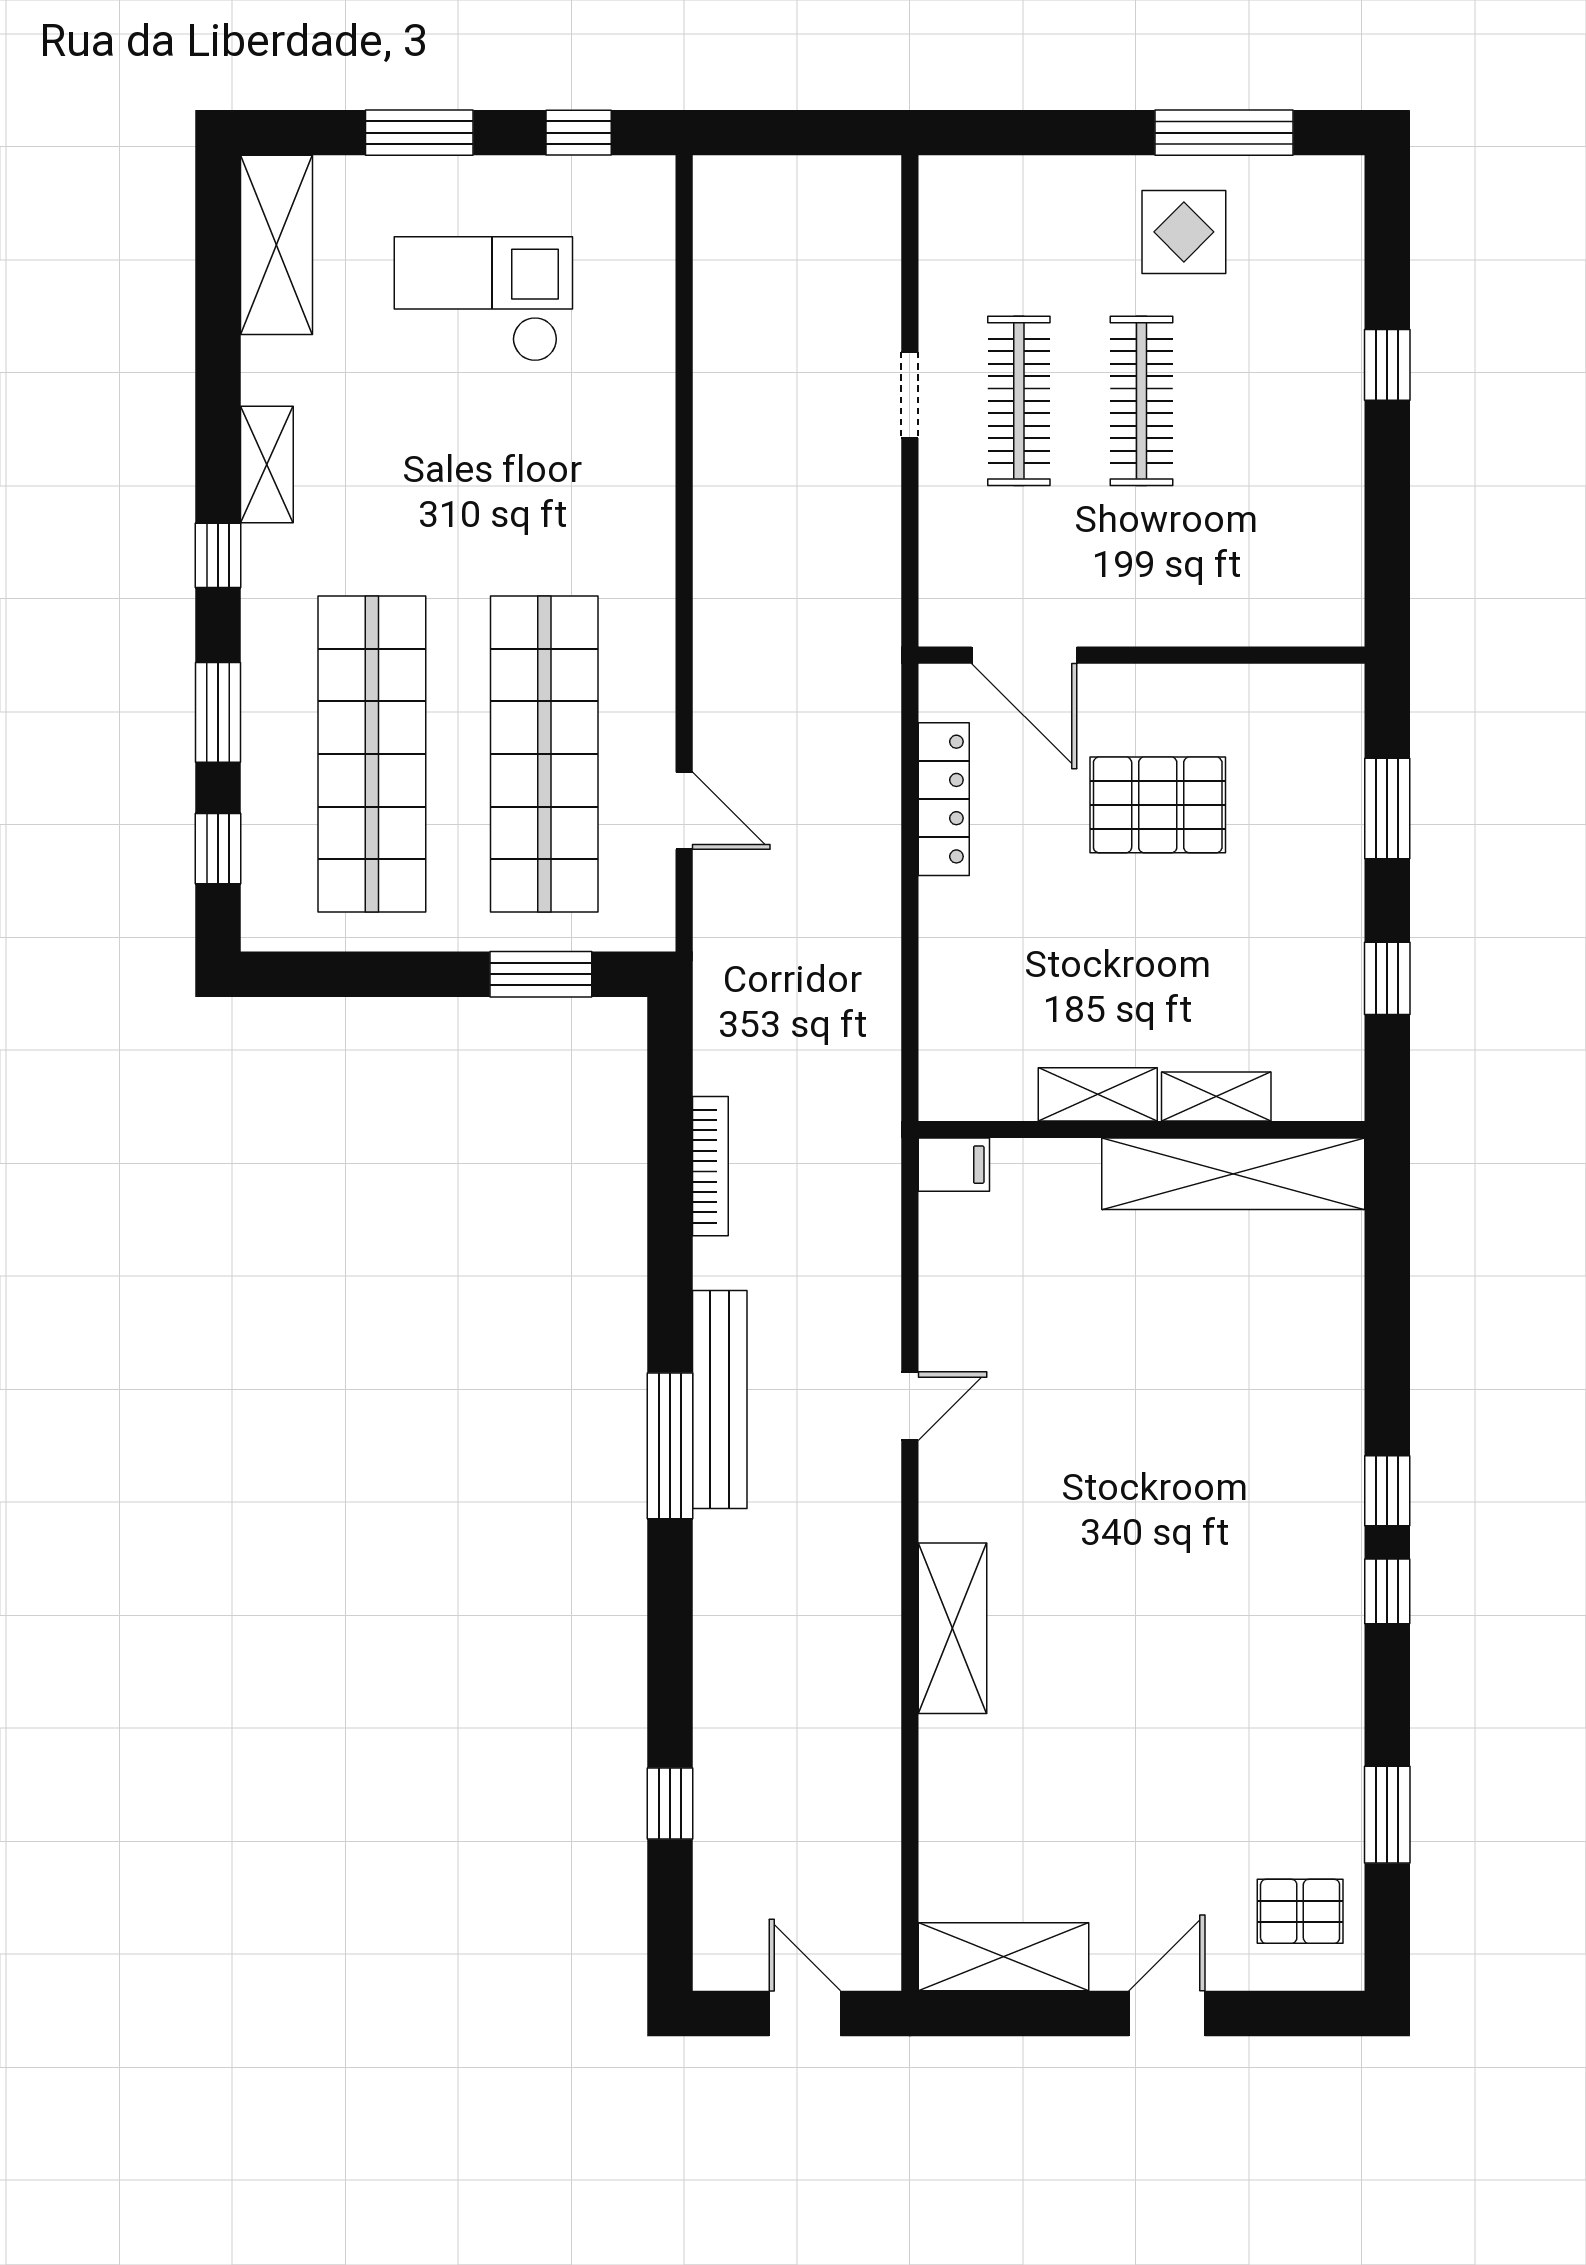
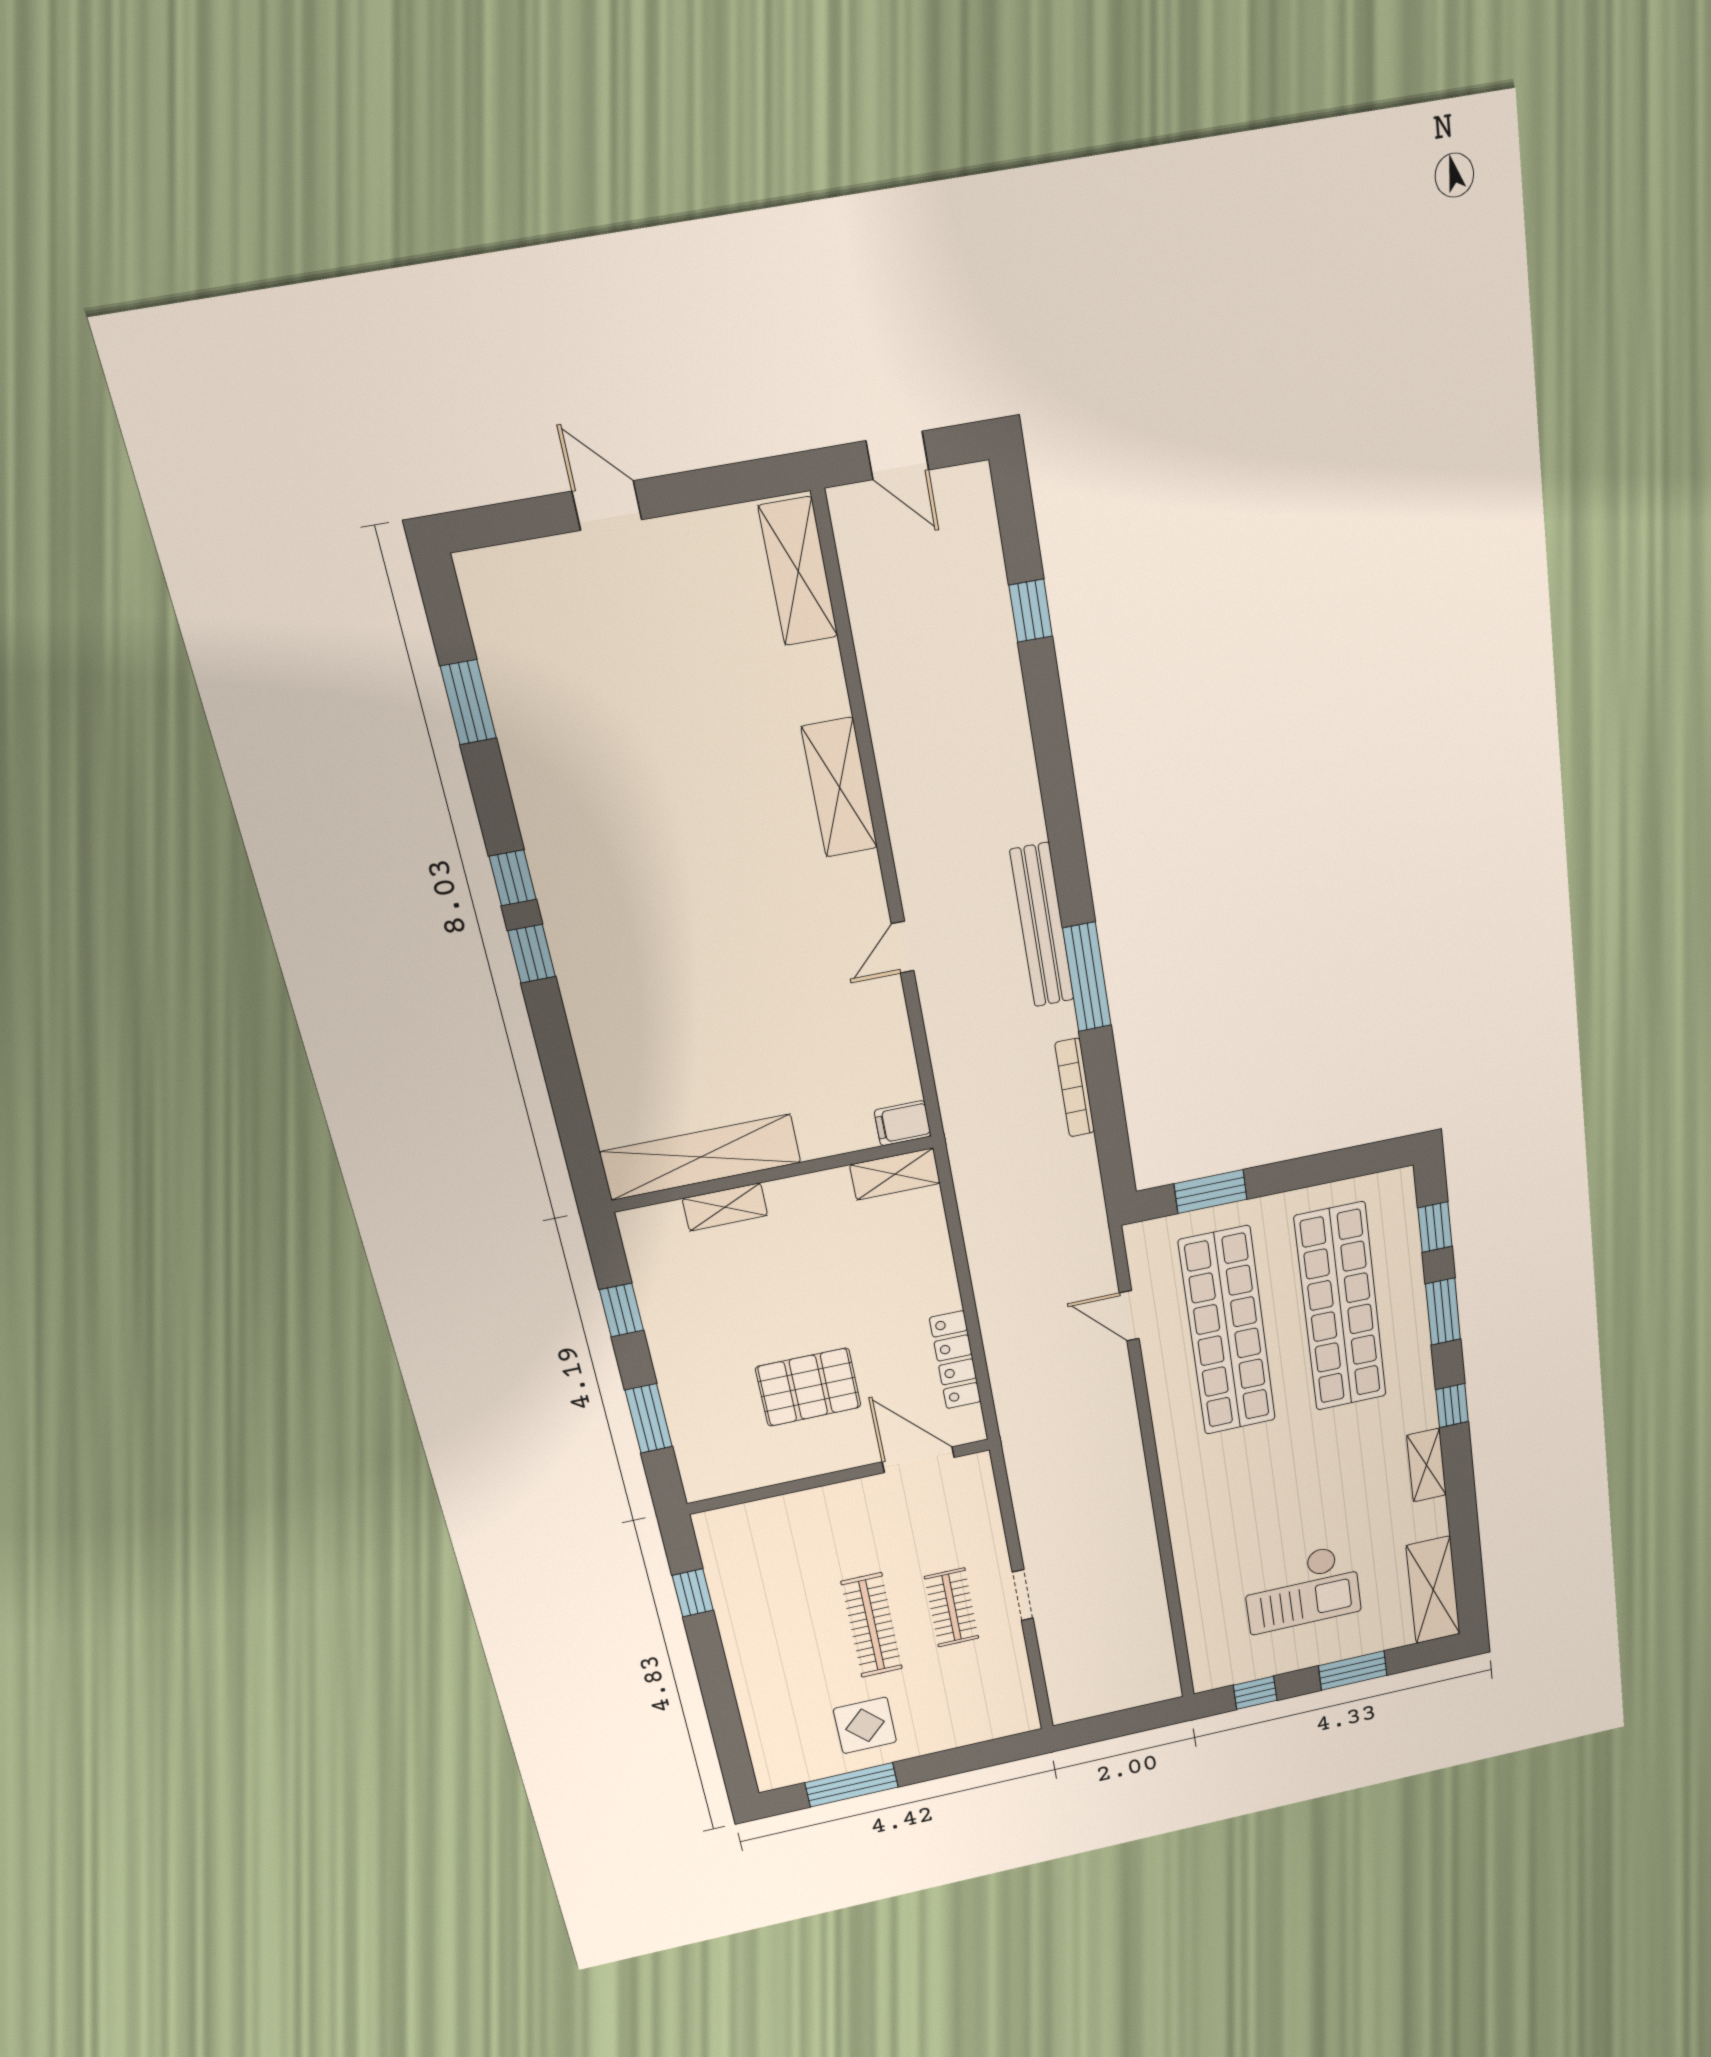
window: (1387, 365) -> (693, 1593), moved
clothes rail: (1019, 401) -> (952, 1607), width x0.73
shelving: (1098, 1094) -> (895, 1174), moved
window: (670, 1446) -> (1087, 977), moved
pallet: (1300, 1911) -> (519, 610), removed
shelving: (1004, 1957) -> (798, 571), moved, turned 90
door: (1167, 2013) -> (607, 505), swing flipped

